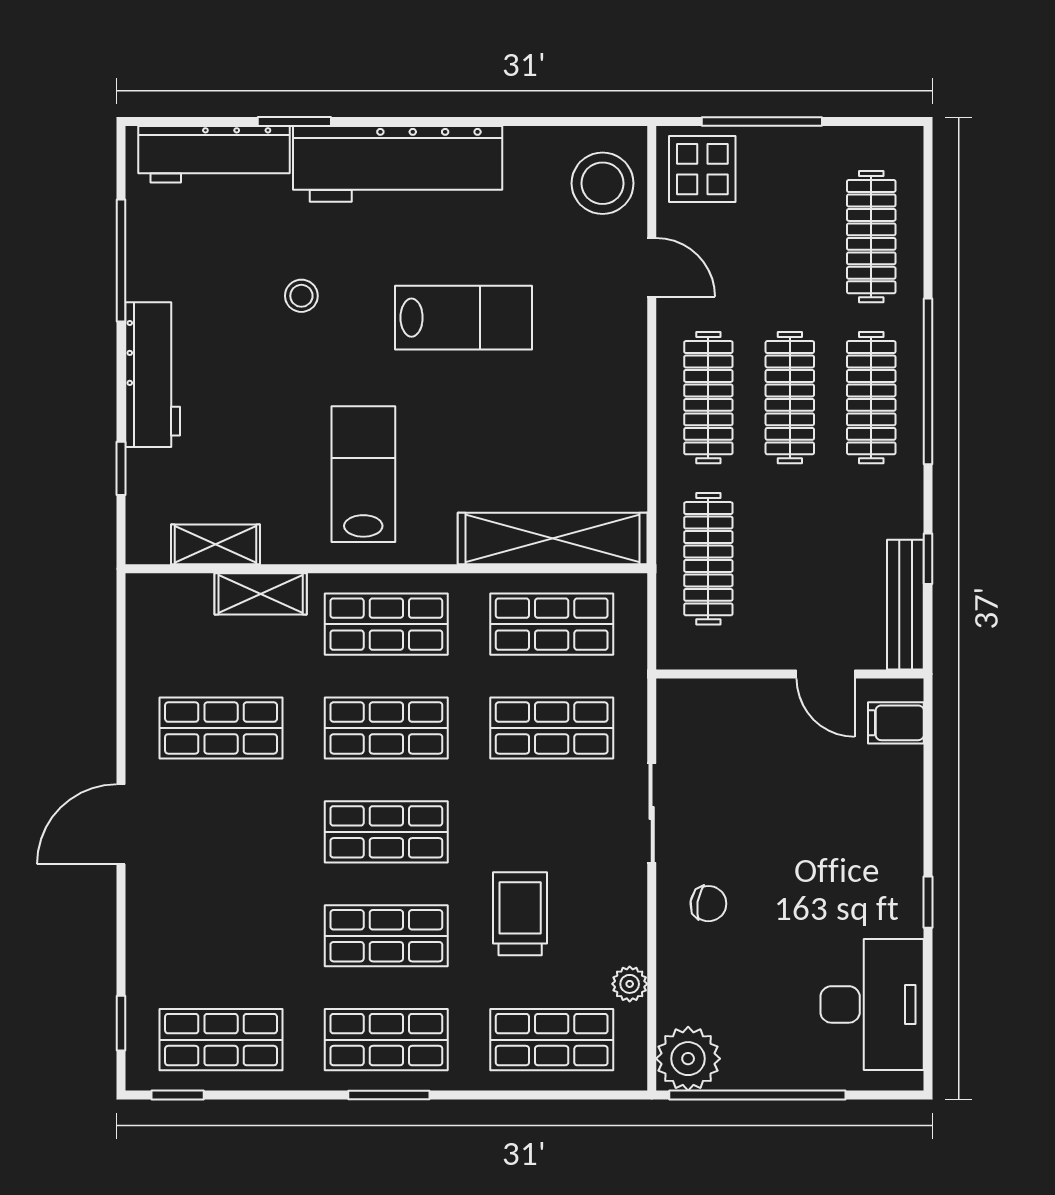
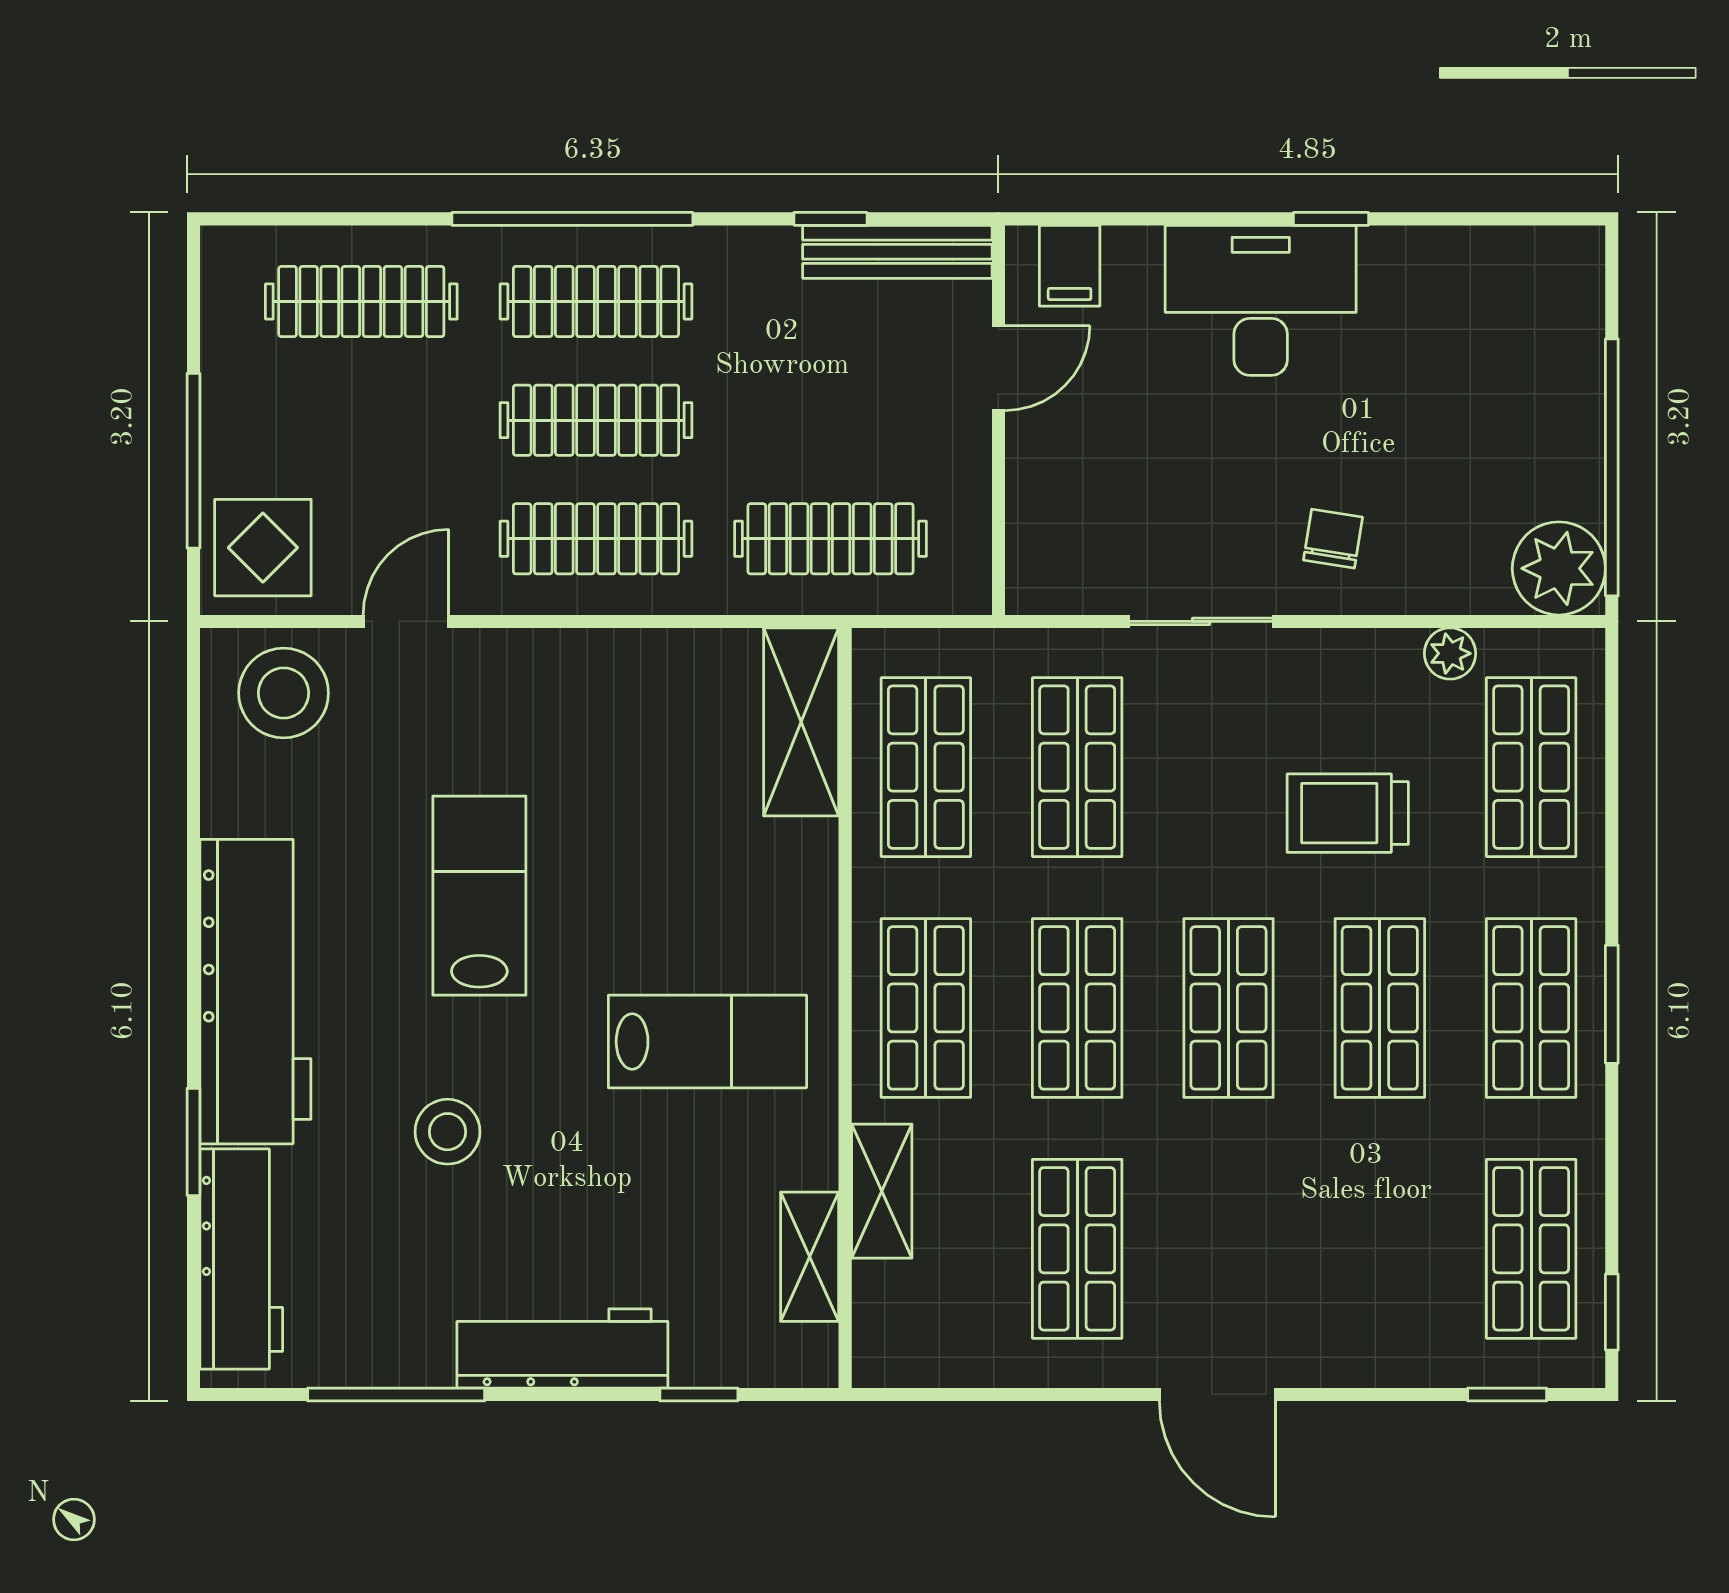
stool: (301, 296) -> (447, 1132), width x1.37, depth x1.37
lab bench: (363, 474) -> (707, 1041), turned 180
shelving: (553, 539) -> (801, 722), width x0.68
desk: (872, 1004) -> (1261, 300), moved

